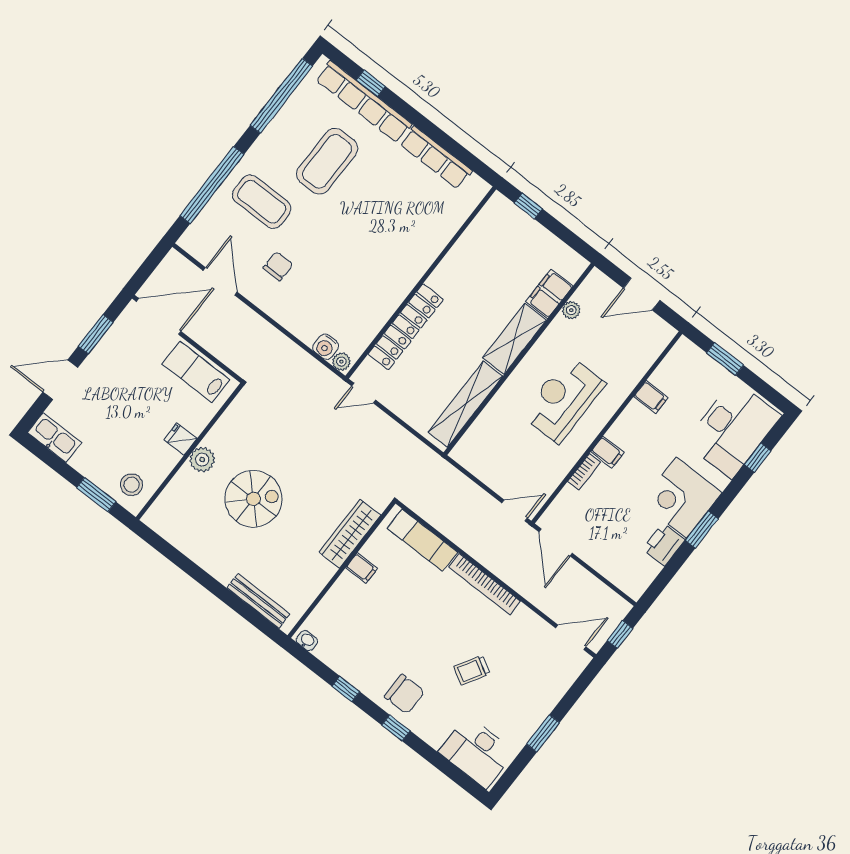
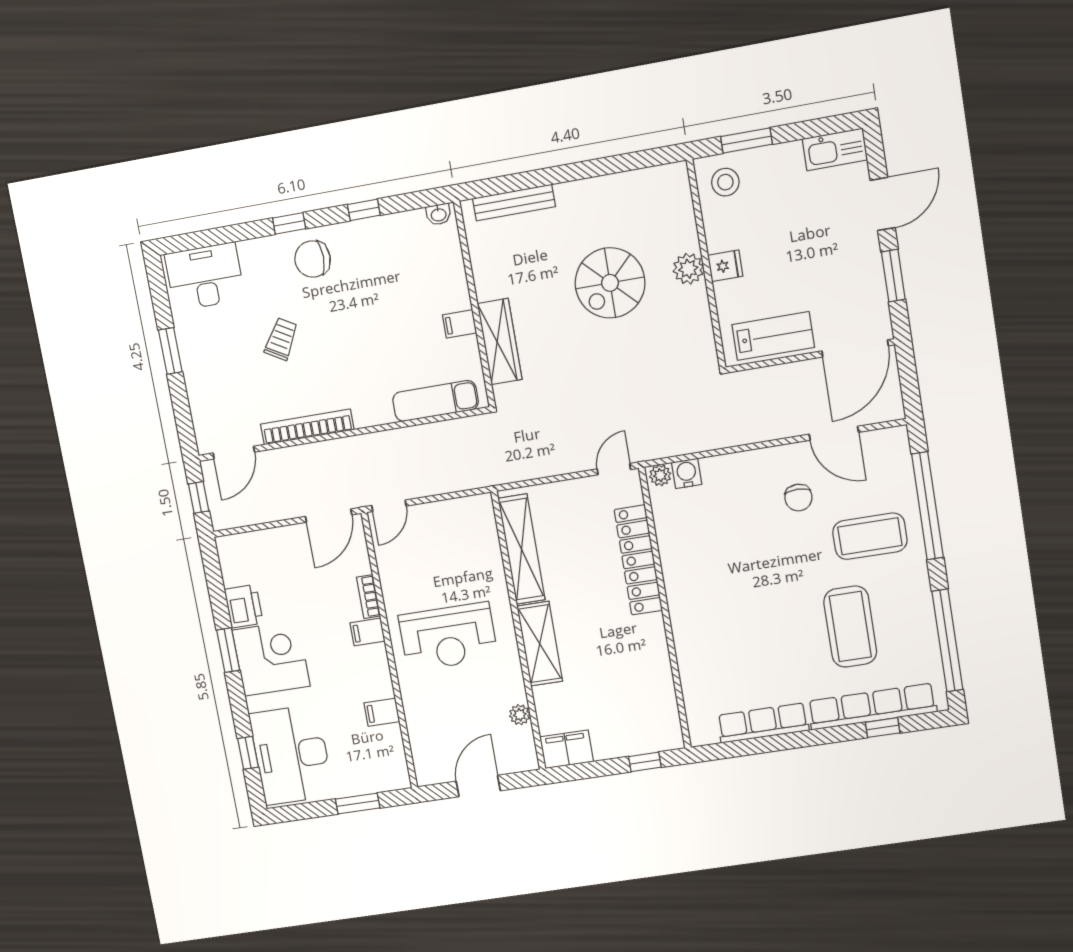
filing cabinet: (549, 294) -> (567, 749), moved, turned -90
reception desk: (563, 399) -> (448, 637), turned 90
door: (556, 542) -> (329, 516), swing flipped
bookcase: (484, 584) -> (307, 427), moved

